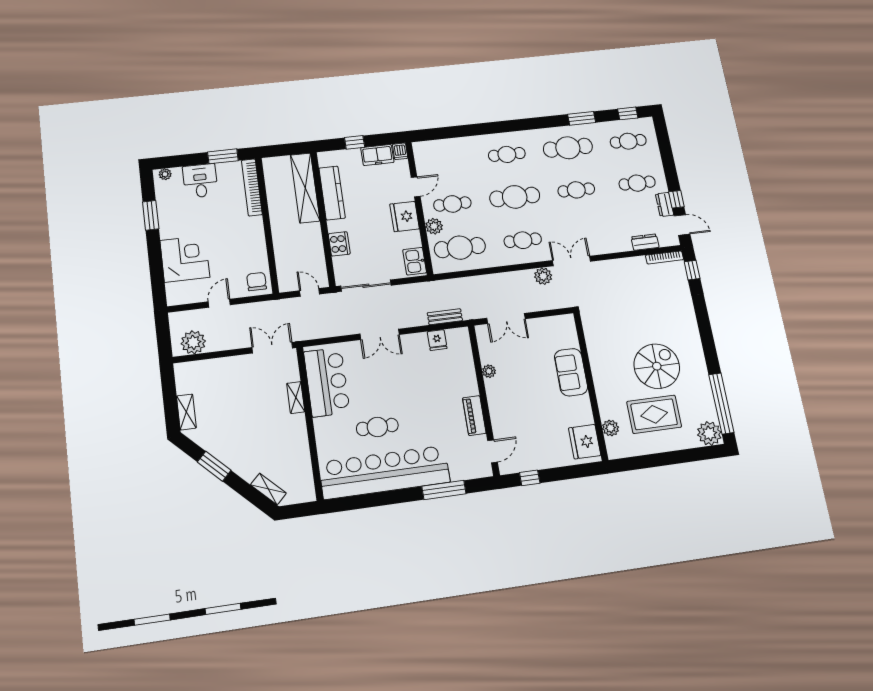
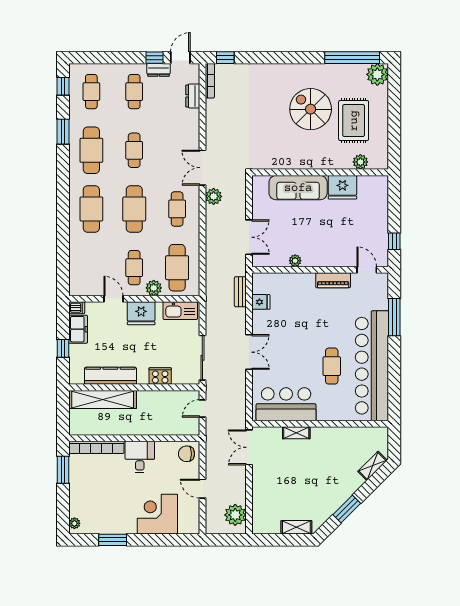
cafe table: (507, 154) -> (91, 209), width x1.37, depth x1.35
desk: (200, 181) -> (140, 457), moved, turned 90
kitchen sink: (415, 261) -> (180, 311), width x1.38
sofa: (571, 372) -> (298, 188), width x1.36
fridge: (585, 442) -> (342, 187), moved

